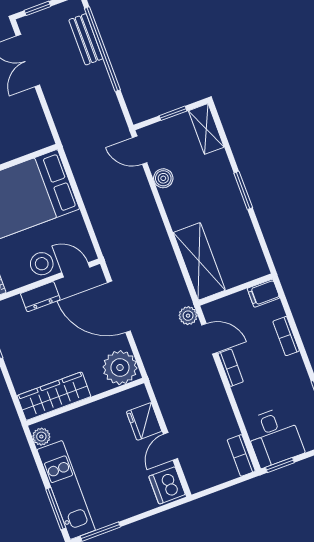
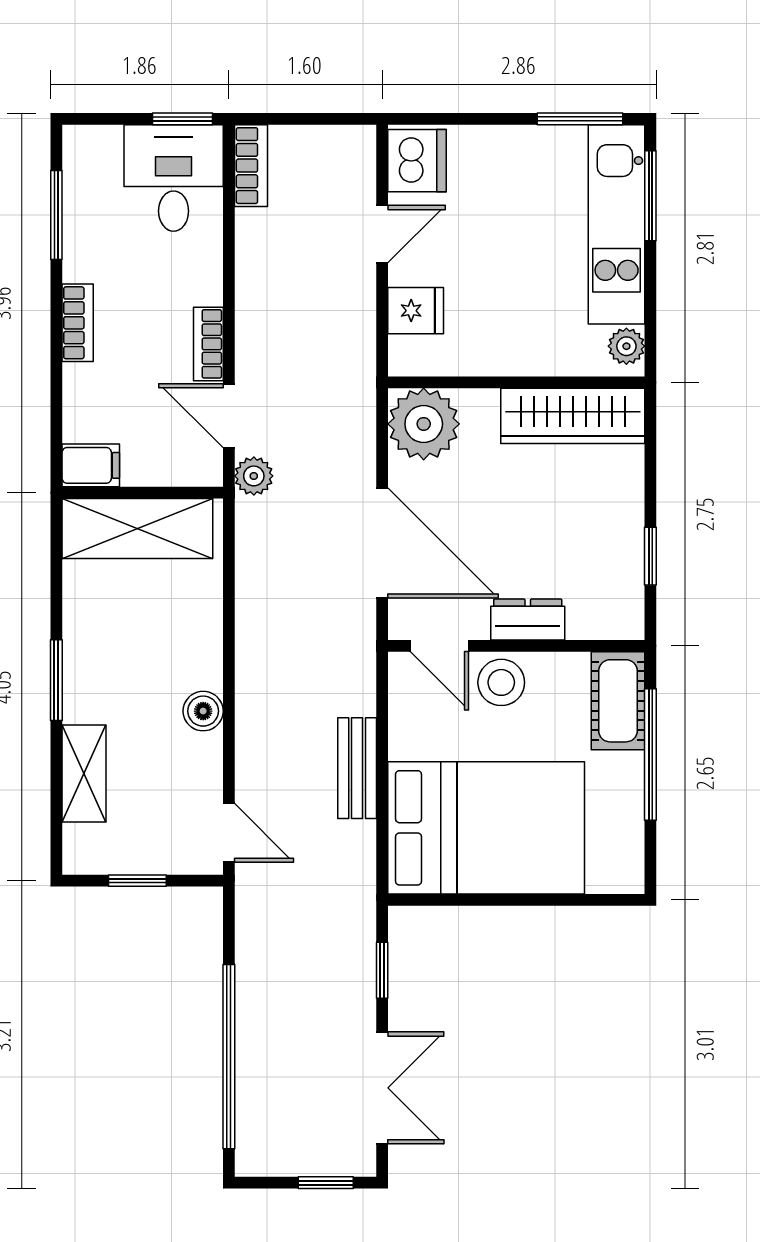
bench: (86, 39) -> (357, 768), moved
window: (47, 114) -> (382, 970), added
shelving: (206, 129) -> (84, 774), moved
boiler: (163, 178) -> (203, 711), moved
shelving: (199, 261) -> (137, 528), moved, turned 90
bookcase: (286, 336) -> (78, 323), moved
fridge: (144, 421) -> (416, 311), width x0.72

